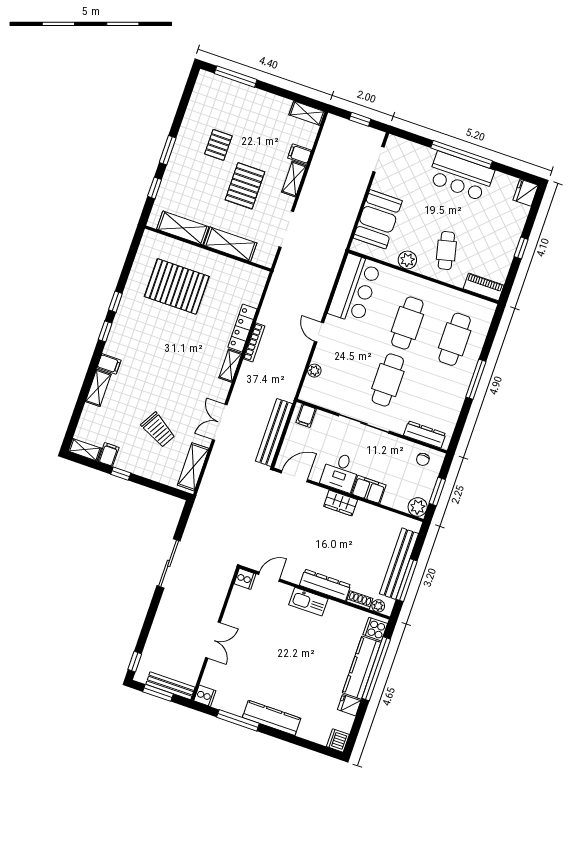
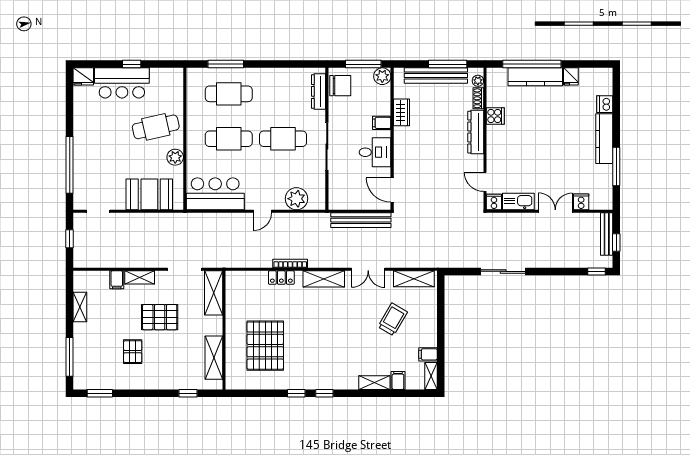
shelving: (307, 113) -> (80, 307), moved
pallet: (218, 145) -> (133, 352), turned 90
window: (168, 150) -> (100, 393), moved
window: (462, 154) -> (70, 165), moved
bar counter: (461, 176) -> (122, 83), moved, turned 90
shelving: (230, 244) -> (214, 293), moved
cafe table: (446, 250) -> (156, 127), width x1.37, depth x1.35
piano: (484, 287) -> (176, 85), removed
locker: (242, 328) -> (281, 278), width x0.66
filing cabinet: (109, 364) -> (398, 381), moved
shelving: (230, 366) -> (324, 279), width x1.50, depth x1.33
plant: (314, 371) -> (296, 199), width x1.88, depth x1.88
window: (476, 379) -> (226, 64), moved
filing cabinet: (306, 416) -> (337, 198), removed
chair: (423, 459) -> (340, 86), width x1.87, depth x1.87
window: (121, 474) -> (441, 338), removed
filing cabinet: (369, 490) -> (382, 123), width x0.50
window: (437, 491) -> (363, 64), width x1.44
wardrobe: (341, 503) -> (401, 112), moved
kitchen sink: (308, 602) -> (518, 201), moved, turned -90
cooker: (375, 629) -> (495, 116), moved, turned -90
window: (158, 693) -> (616, 243), width x0.67
cooker: (205, 696) -> (581, 202), moved
dishwasher: (338, 740) -> (605, 104), moved, turned 90

